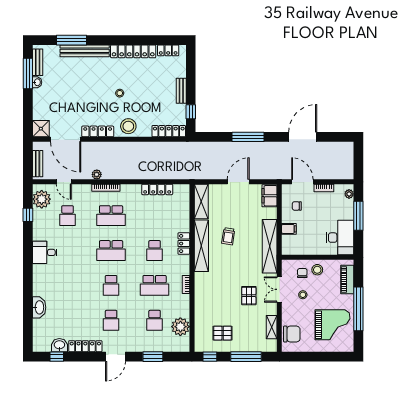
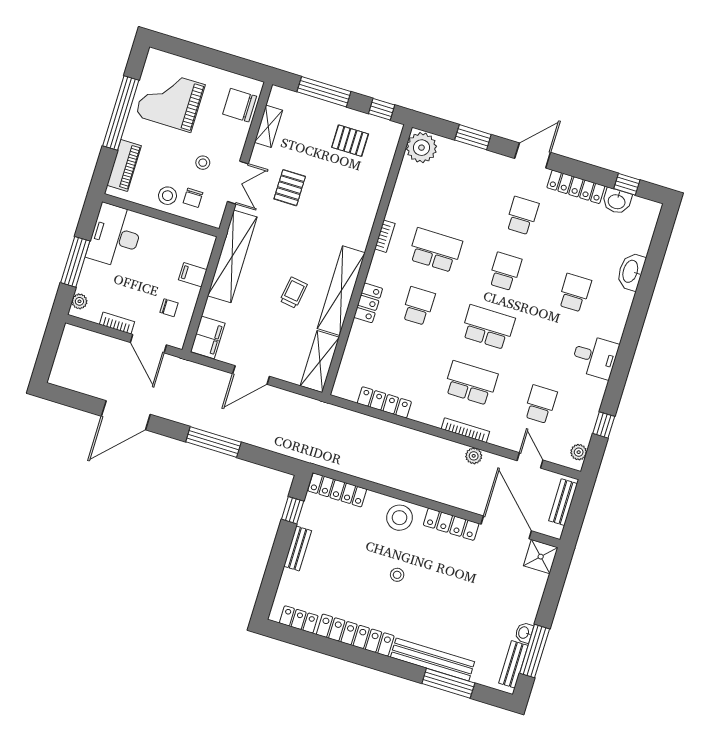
plant: (42, 199) -> (579, 452), width x0.53, depth x0.53
school desk: (155, 320) -> (575, 293), moved
plant: (180, 327) -> (421, 148), moved

